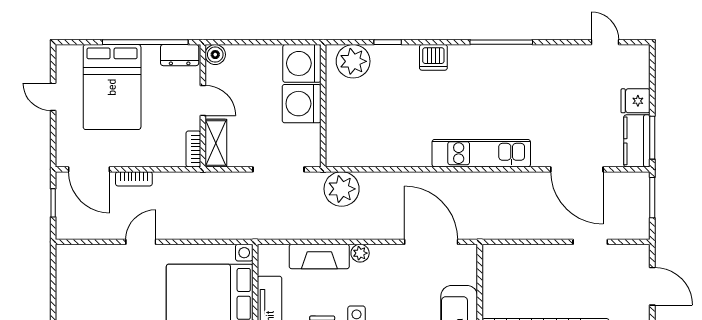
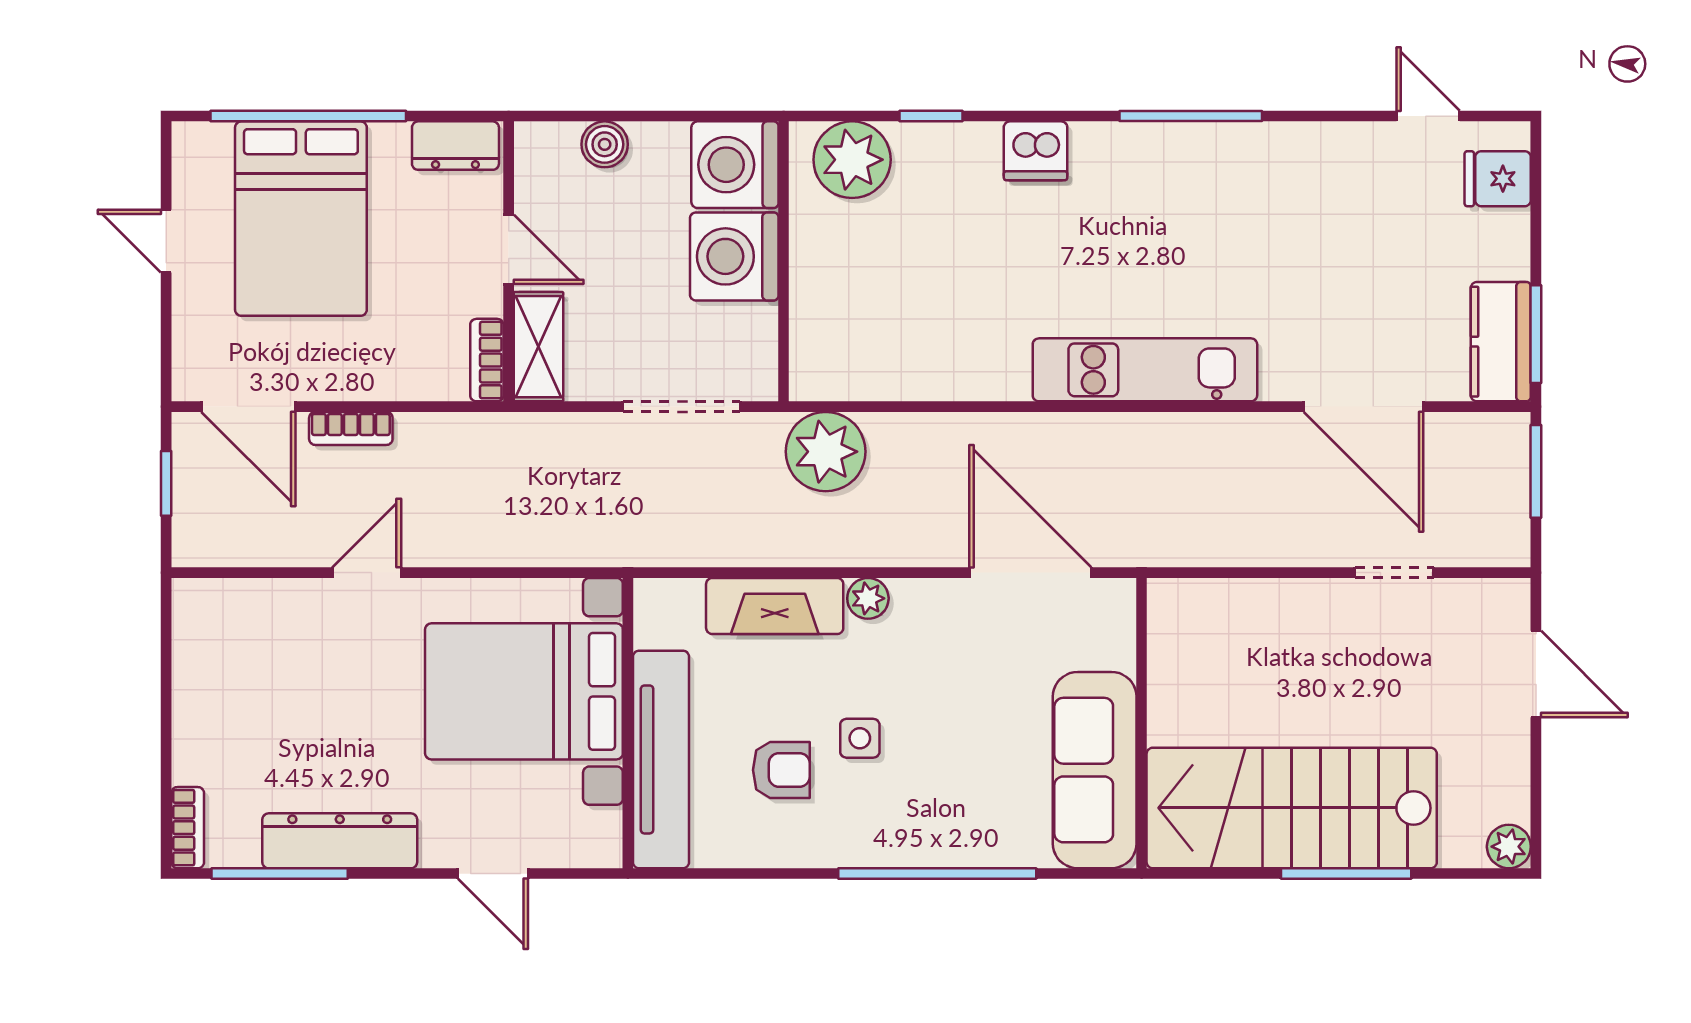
window: (145, 42) -> (308, 116), moved
boiler: (215, 55) -> (605, 144), moved
fridge: (636, 101) -> (1498, 179), moved

